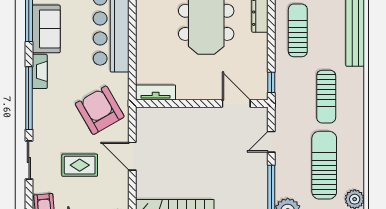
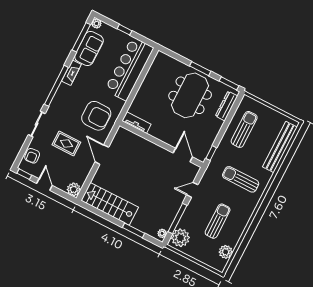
sun lounger: (326, 97) -> (241, 179), turned 90
armchair: (100, 110) -> (96, 116), turned 120
sun lounger: (324, 165) -> (218, 221), width x0.73, depth x0.75

